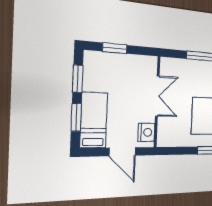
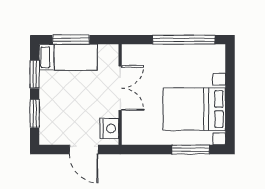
window: (115, 48) -> (71, 40), width x1.44
bed: (94, 120) -> (68, 57), moved, turned 90

